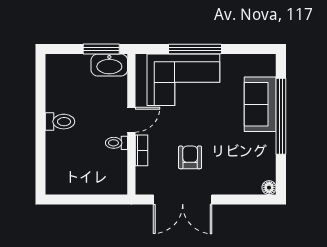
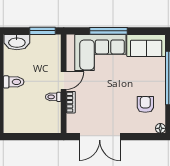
washbasin: (109, 65) -> (17, 42), moved
sofa: (260, 104) -> (146, 45), moved, turned -90
armchair: (190, 157) -> (145, 104), moved

